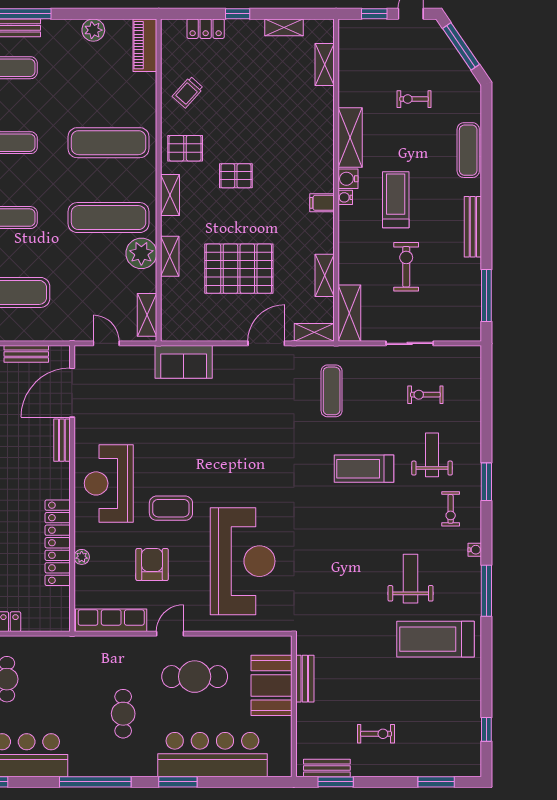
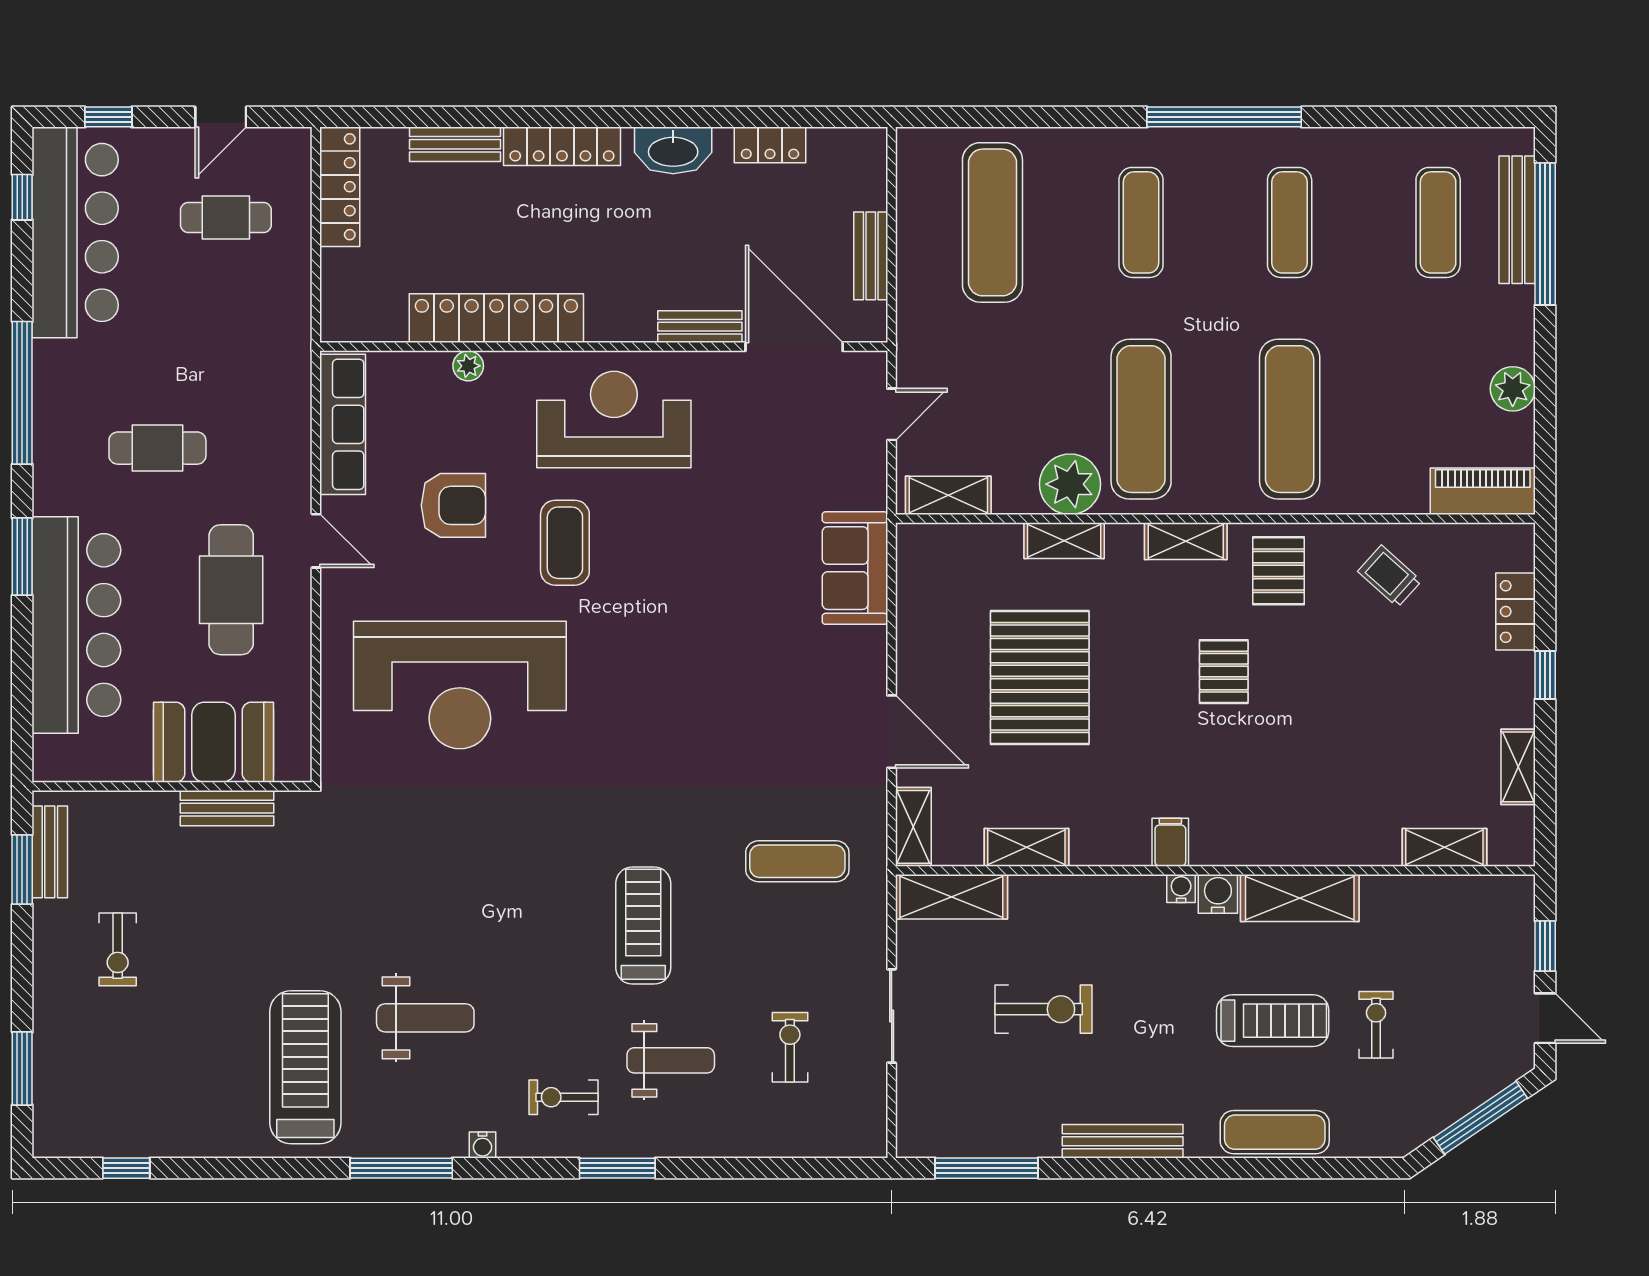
treadmill: (396, 200) -> (1273, 1021), moved

